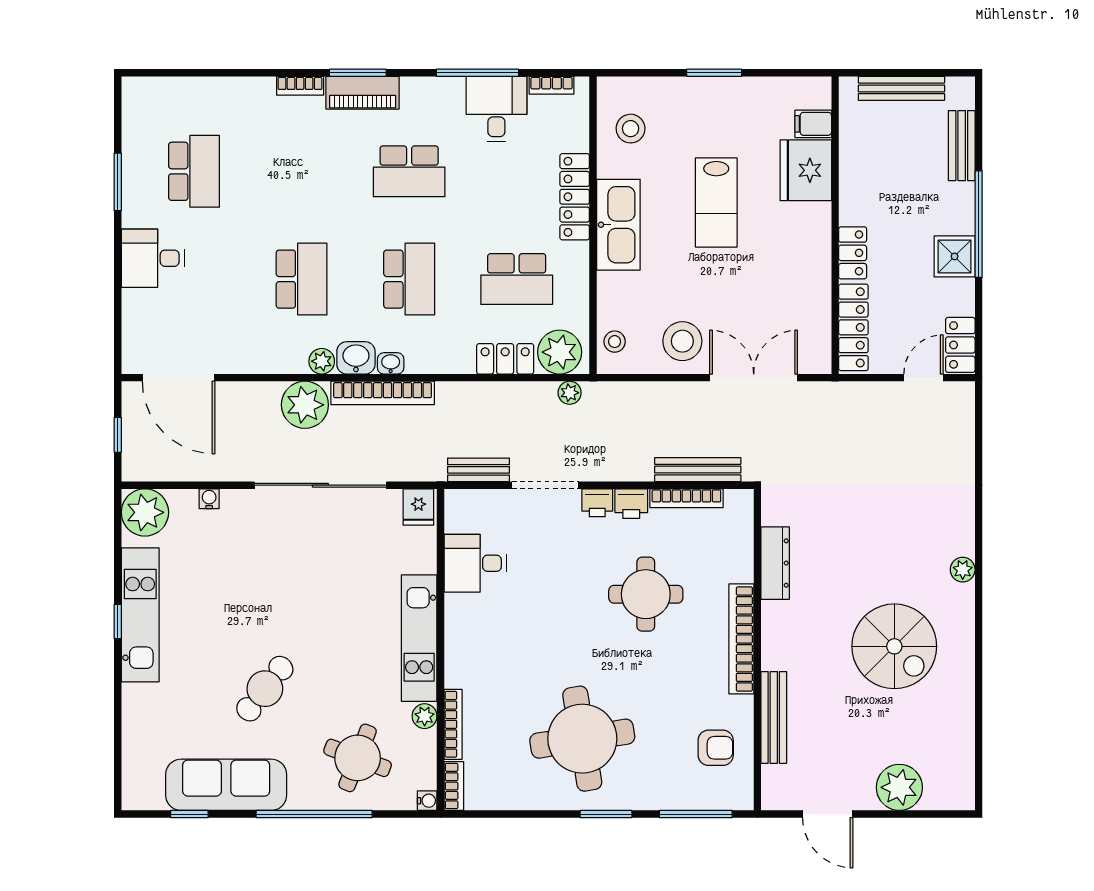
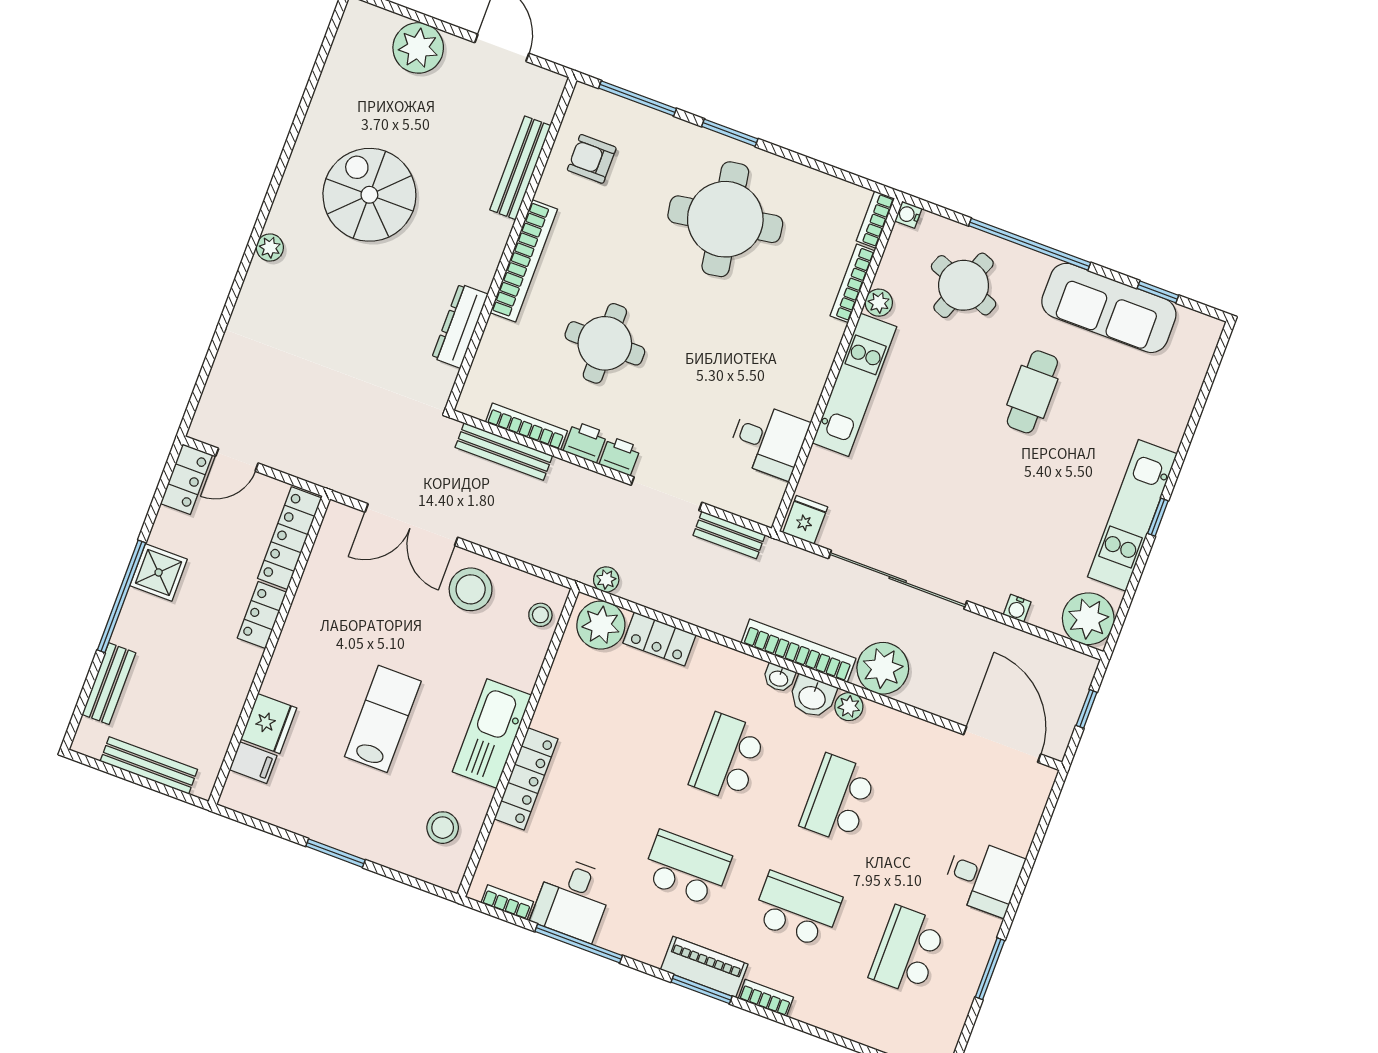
fridge: (806, 170) -> (269, 724), width x0.73, depth x0.75
school desk: (517, 279) -> (797, 909), moved
cafe table: (265, 689) -> (1032, 392), turned -38

